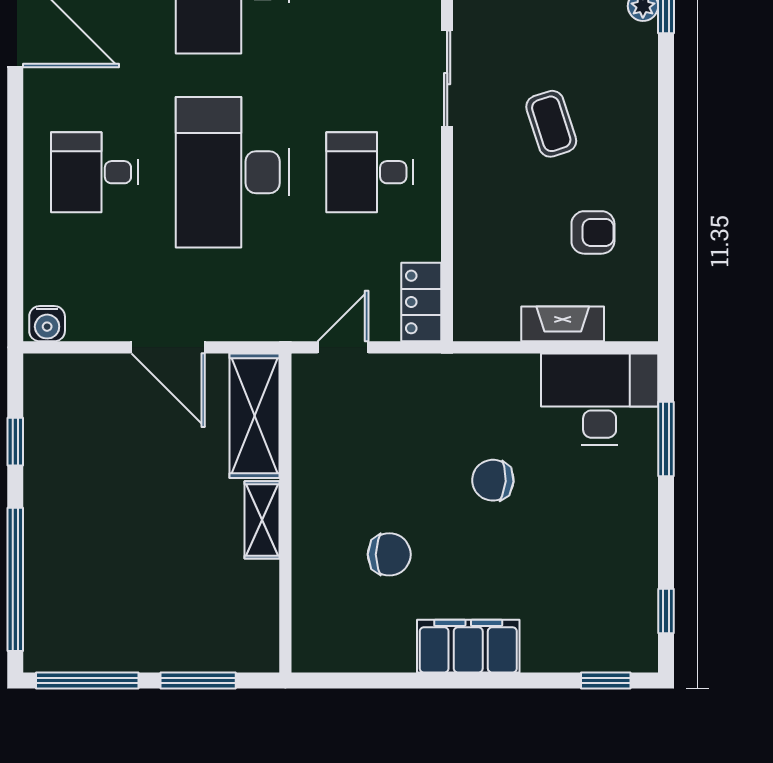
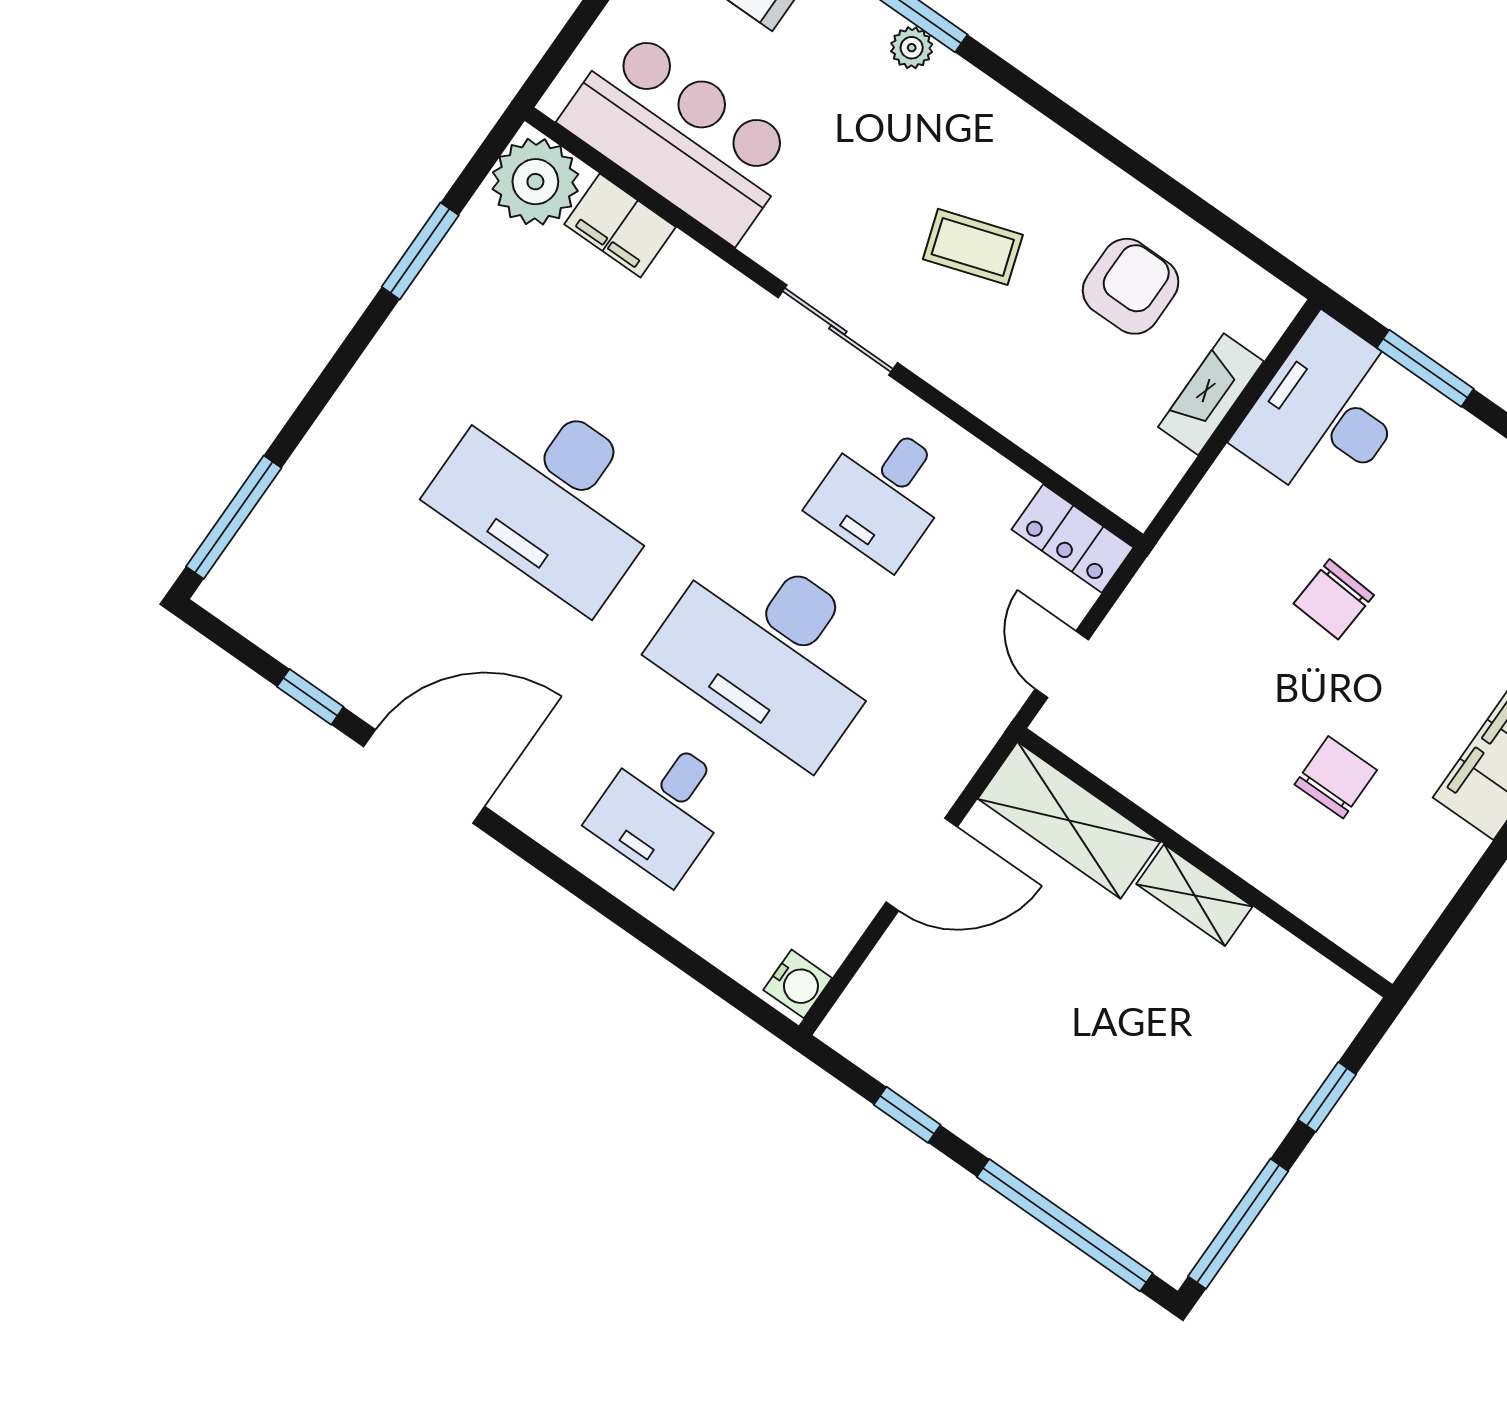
armchair: (593, 232) -> (1131, 286), width x1.38, depth x1.38
window: (198, 681) -> (1327, 1097), width x0.67

